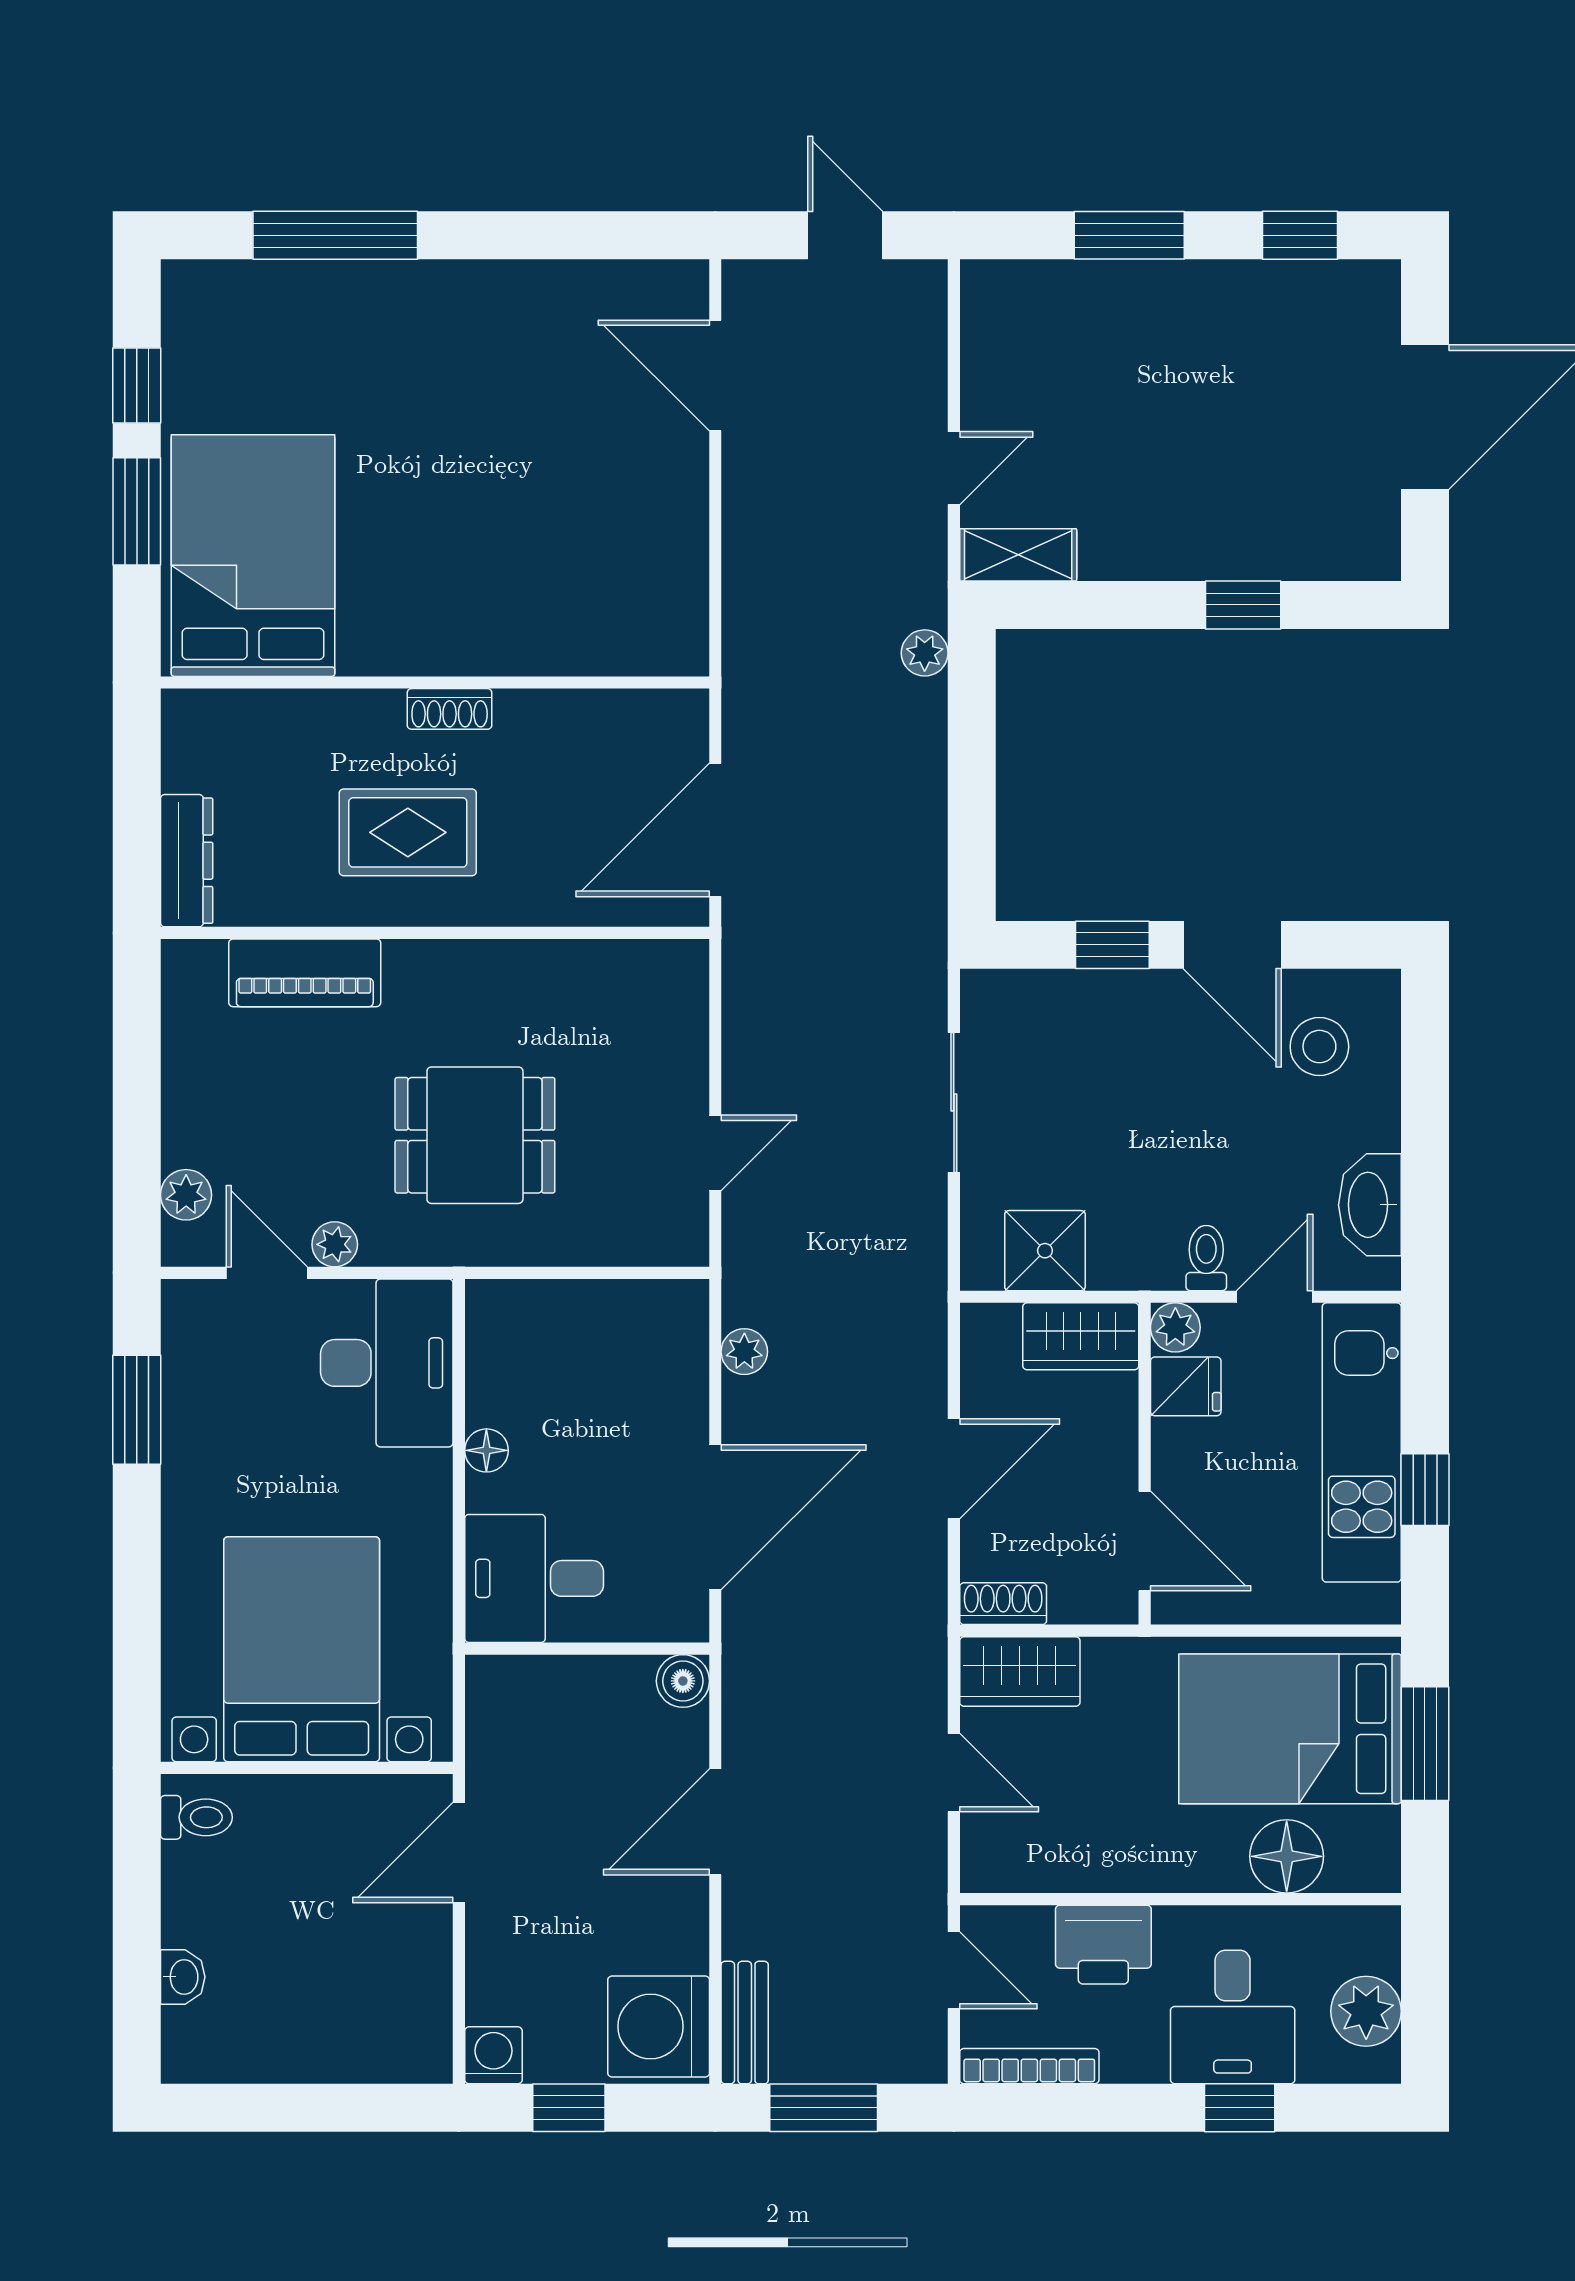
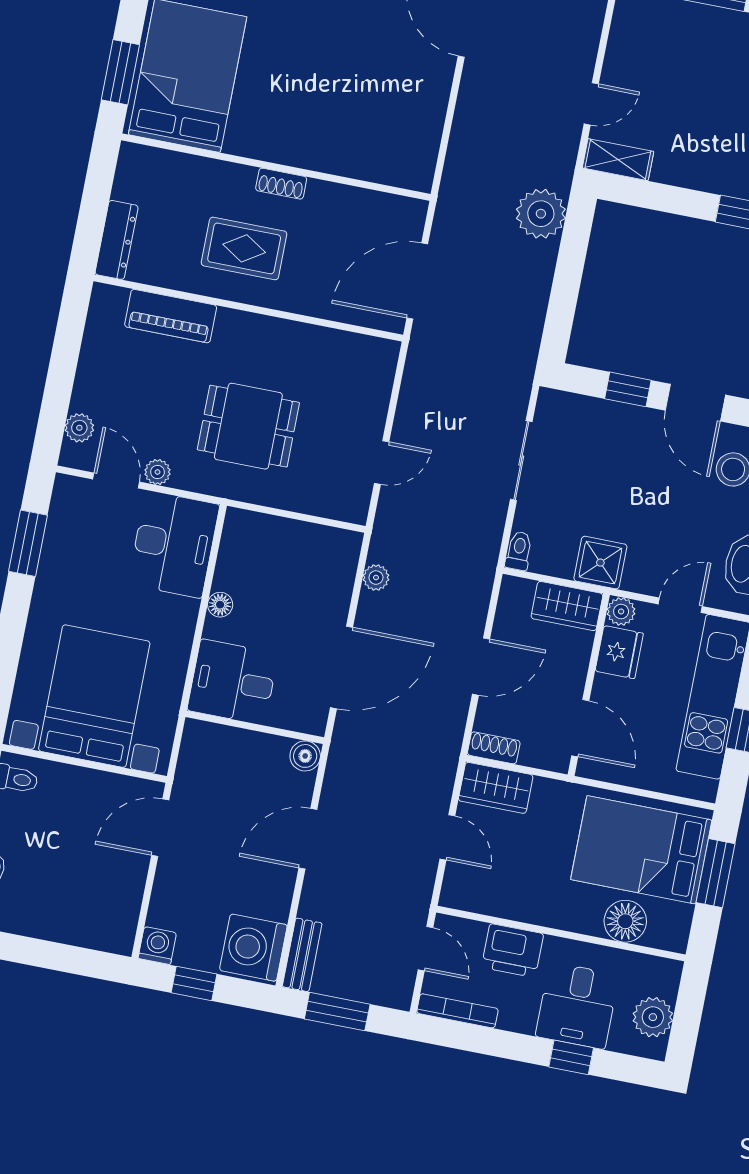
window: (137, 511) -> (120, 72), moved
plant: (925, 653) -> (541, 214), width x1.88, depth x1.88
shower: (1045, 1251) -> (600, 563), moved
toilet: (1206, 1258) -> (519, 551), moved
fridge: (1186, 1386) -> (619, 652), width x1.38

